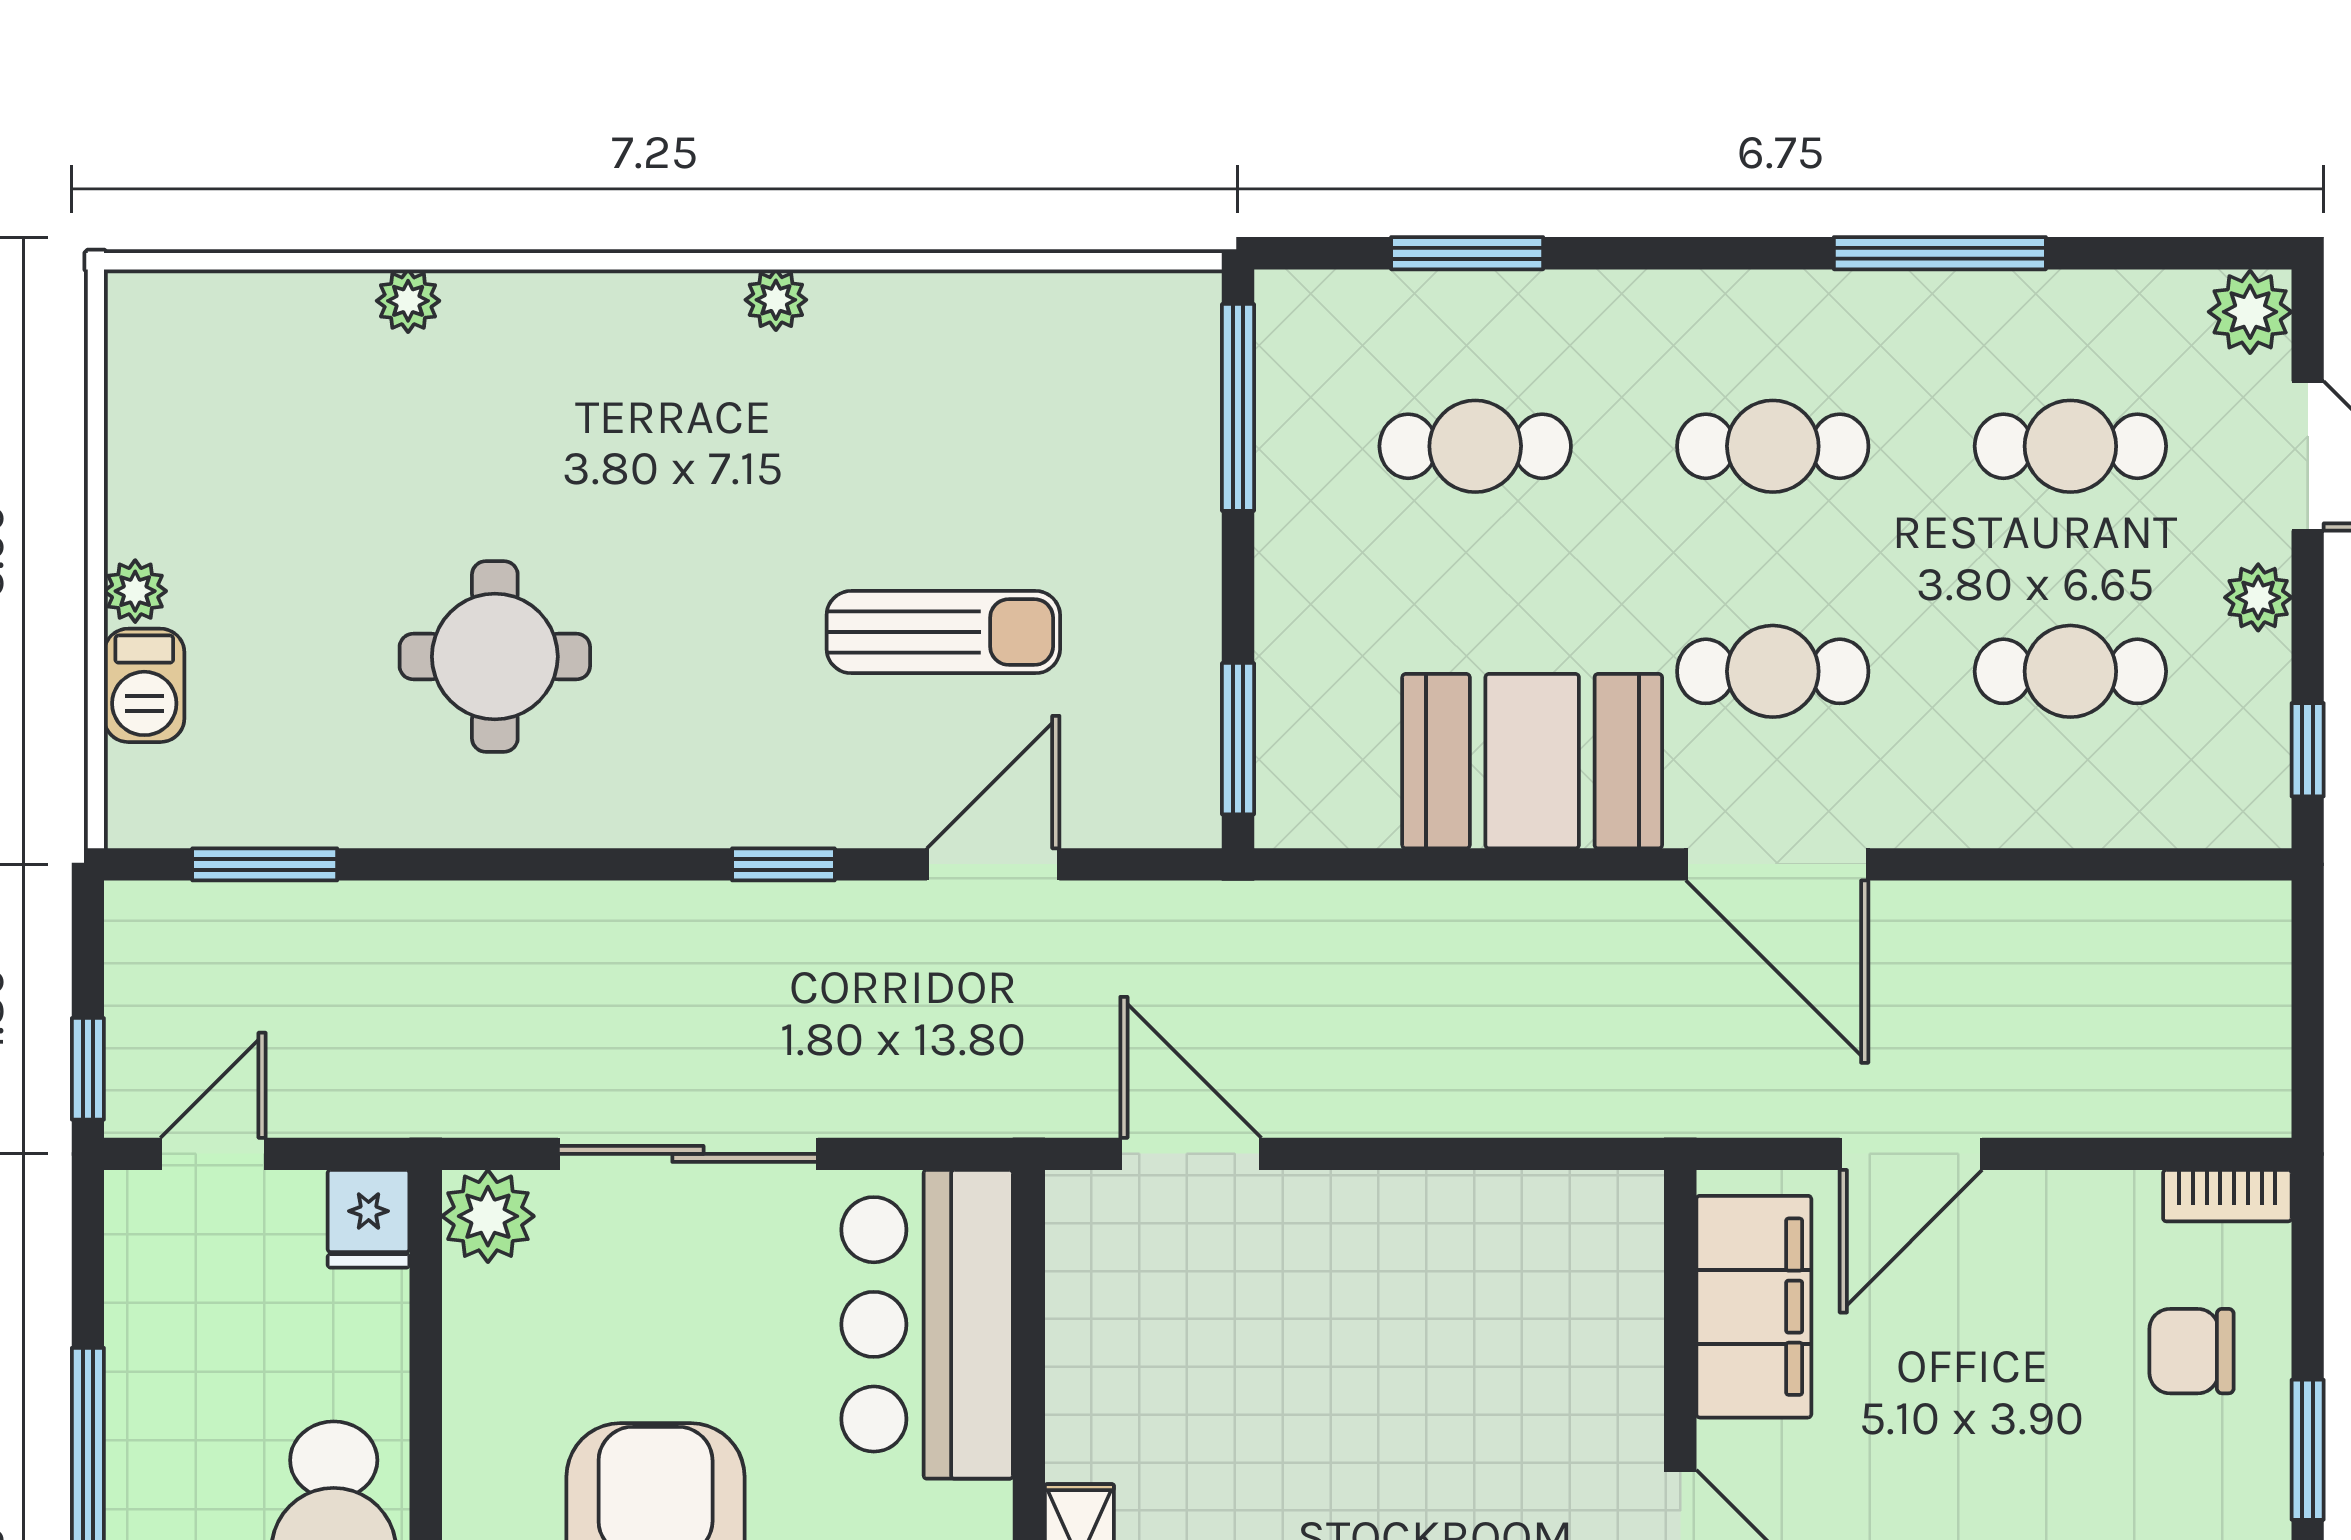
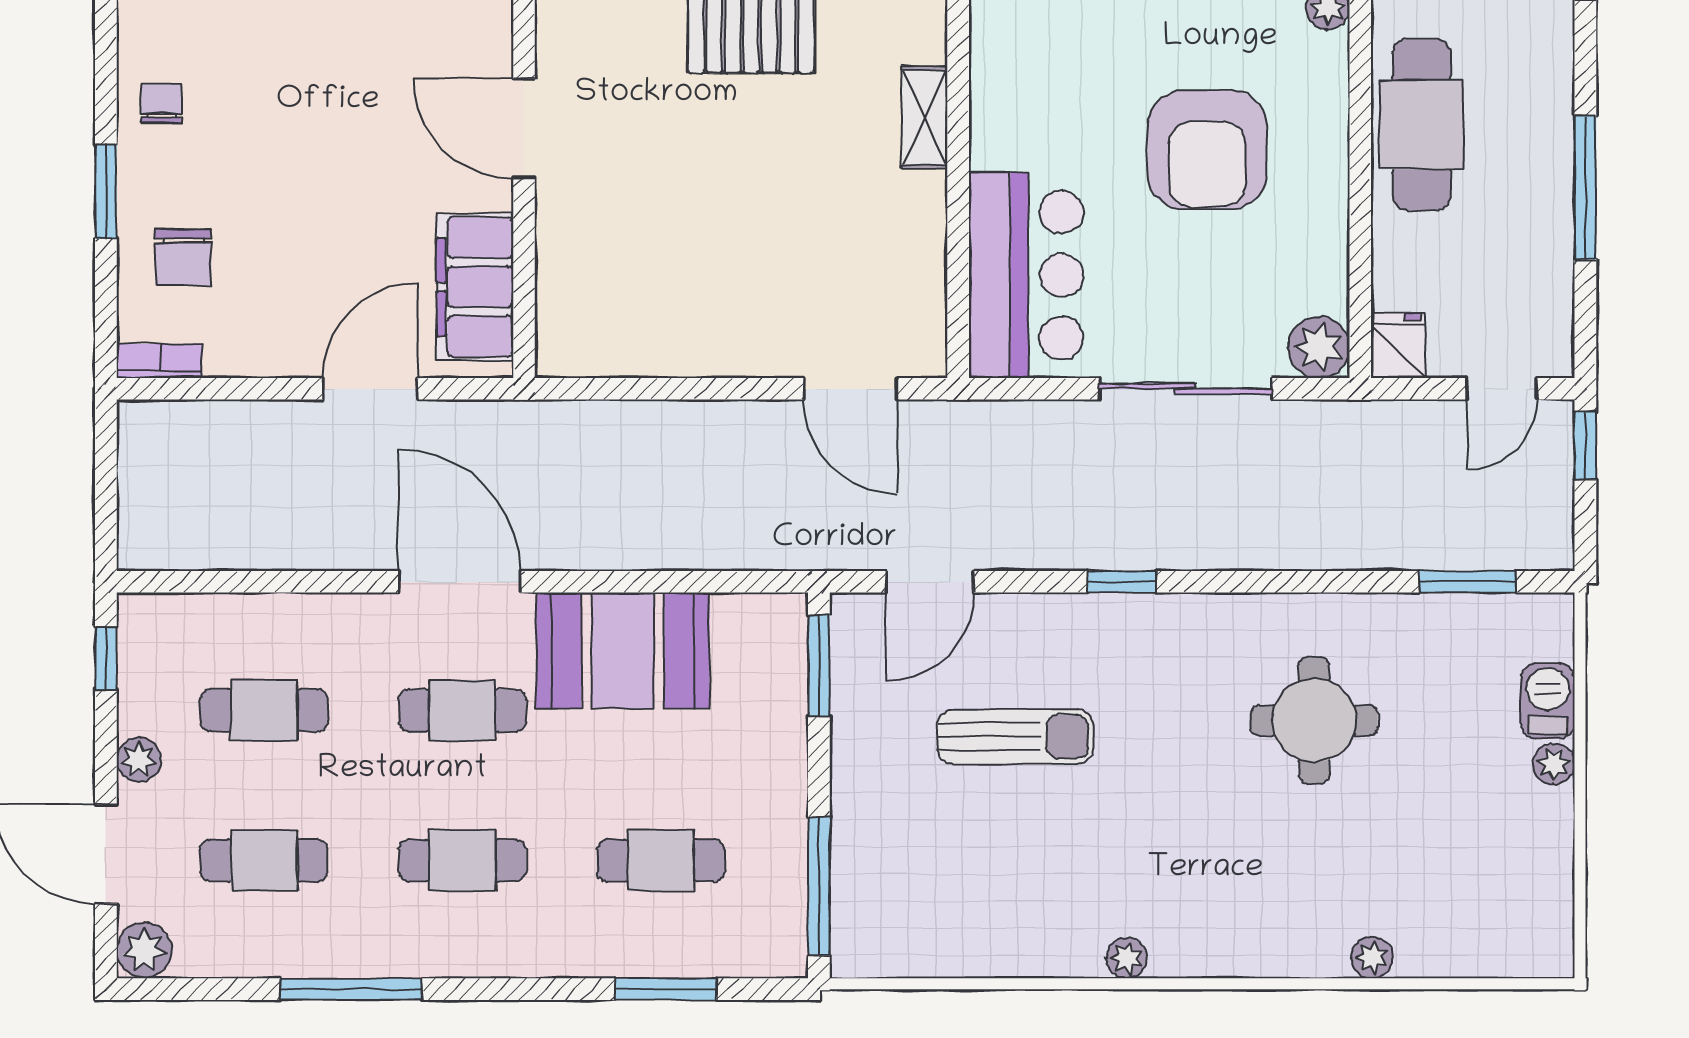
sun lounger: (943, 632) -> (1015, 737), turned 180
door: (993, 864) -> (930, 582), moved
chair: (2191, 1351) -> (183, 257), turned 90

